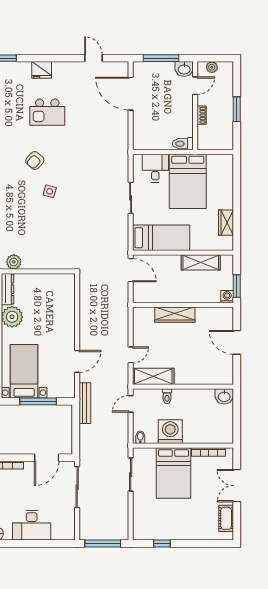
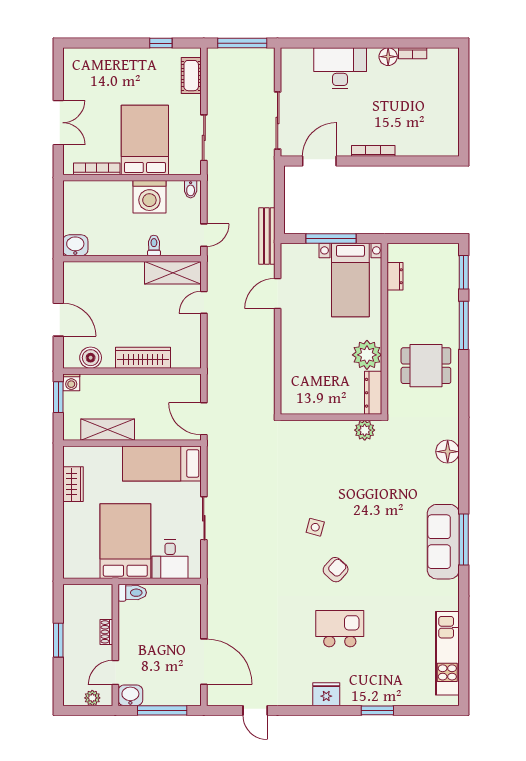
kitchen island: (47, 112) -> (340, 629), moved
boiler: (213, 315) -> (91, 358), added
cot: (226, 518) -> (191, 76), moved

